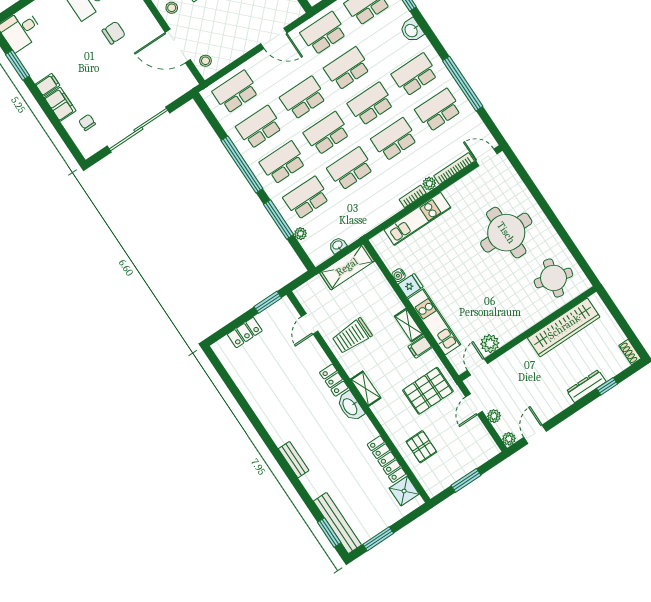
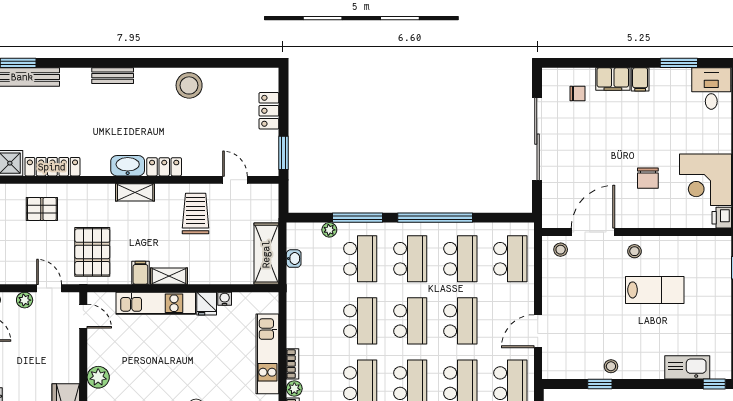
plant: (490, 344) -> (98, 377), moved
stool: (265, 401) -> (189, 85), added

